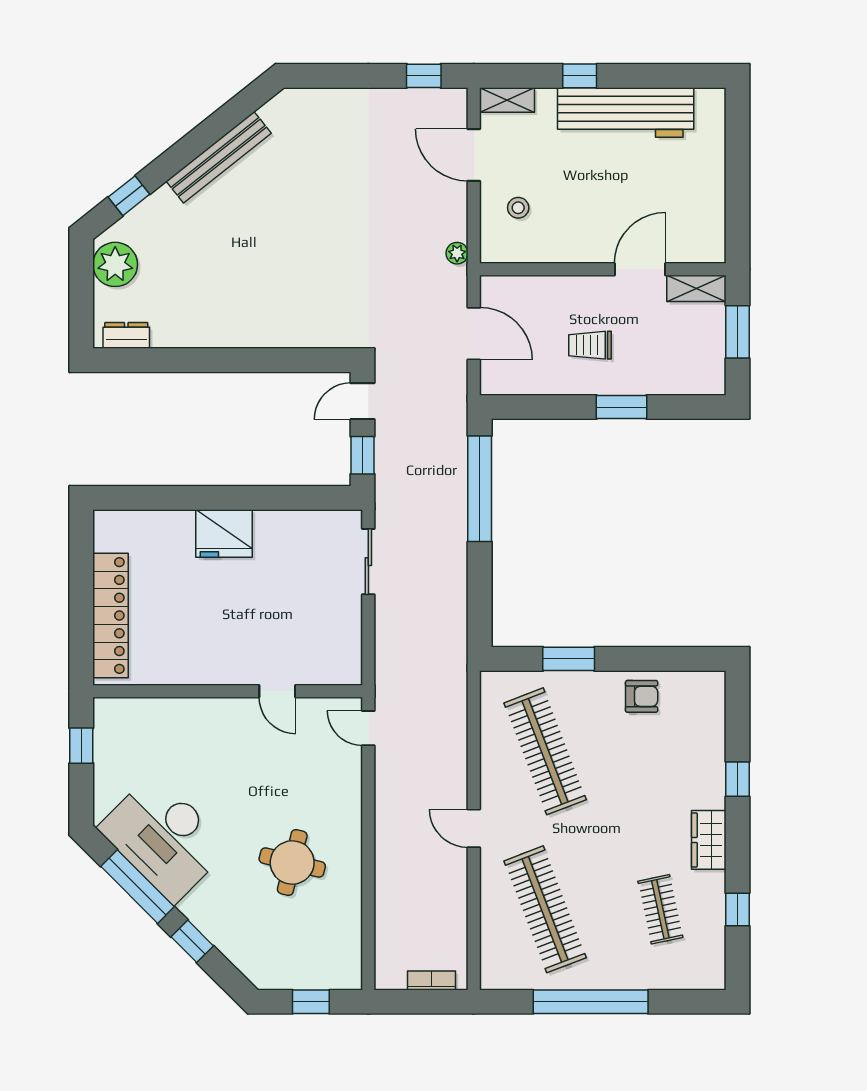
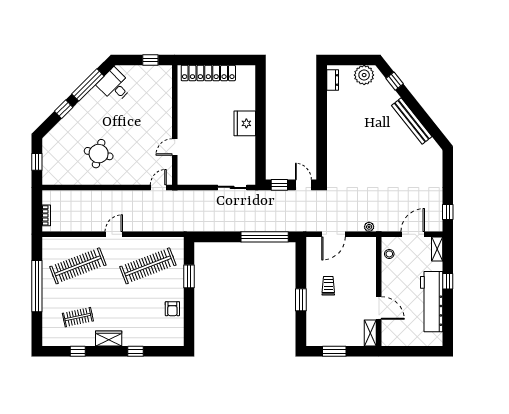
wall: (603, 269) -> (379, 291), moved
door: (640, 269) -> (379, 308), moved
shelving: (696, 288) -> (370, 333), moved
desk: (164, 838) -> (115, 86), width x0.53, depth x0.77

